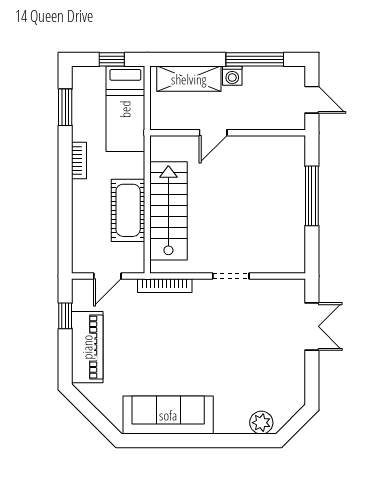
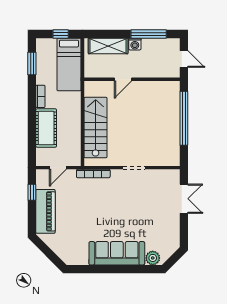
window: (312, 196) -> (184, 118), width x1.46
cot: (128, 210) -> (46, 128), moved
sofa: (168, 415) -> (117, 253), moved

